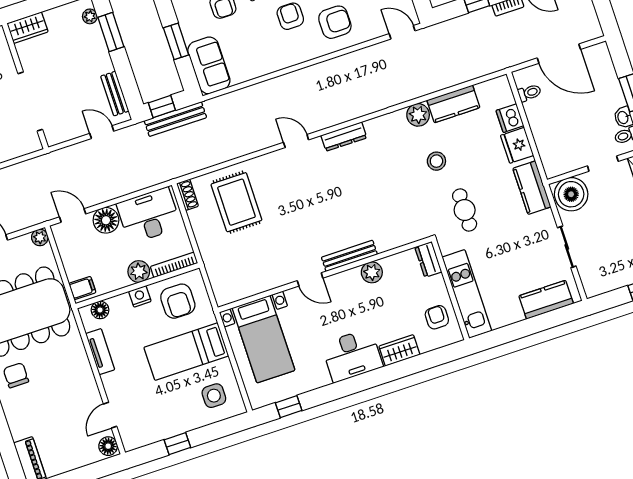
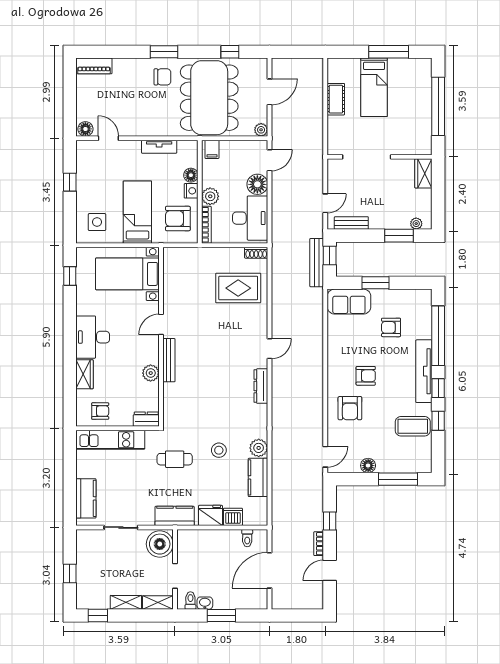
floor lamp: (100, 310) -> (191, 175), moved

